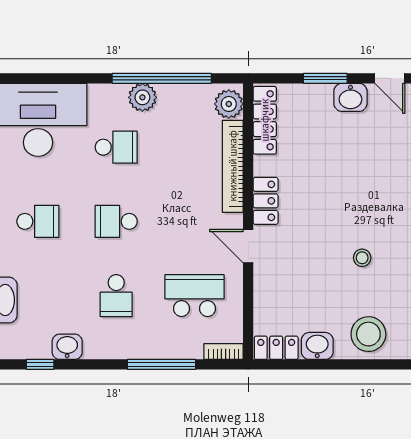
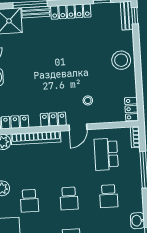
school desk: (116, 147) -> (29, 201), turned 180
stool: (362, 258) -> (88, 100), moved
school desk: (116, 296) -> (109, 196), turned 90
washbasin: (317, 346) -> (129, 87), removed

